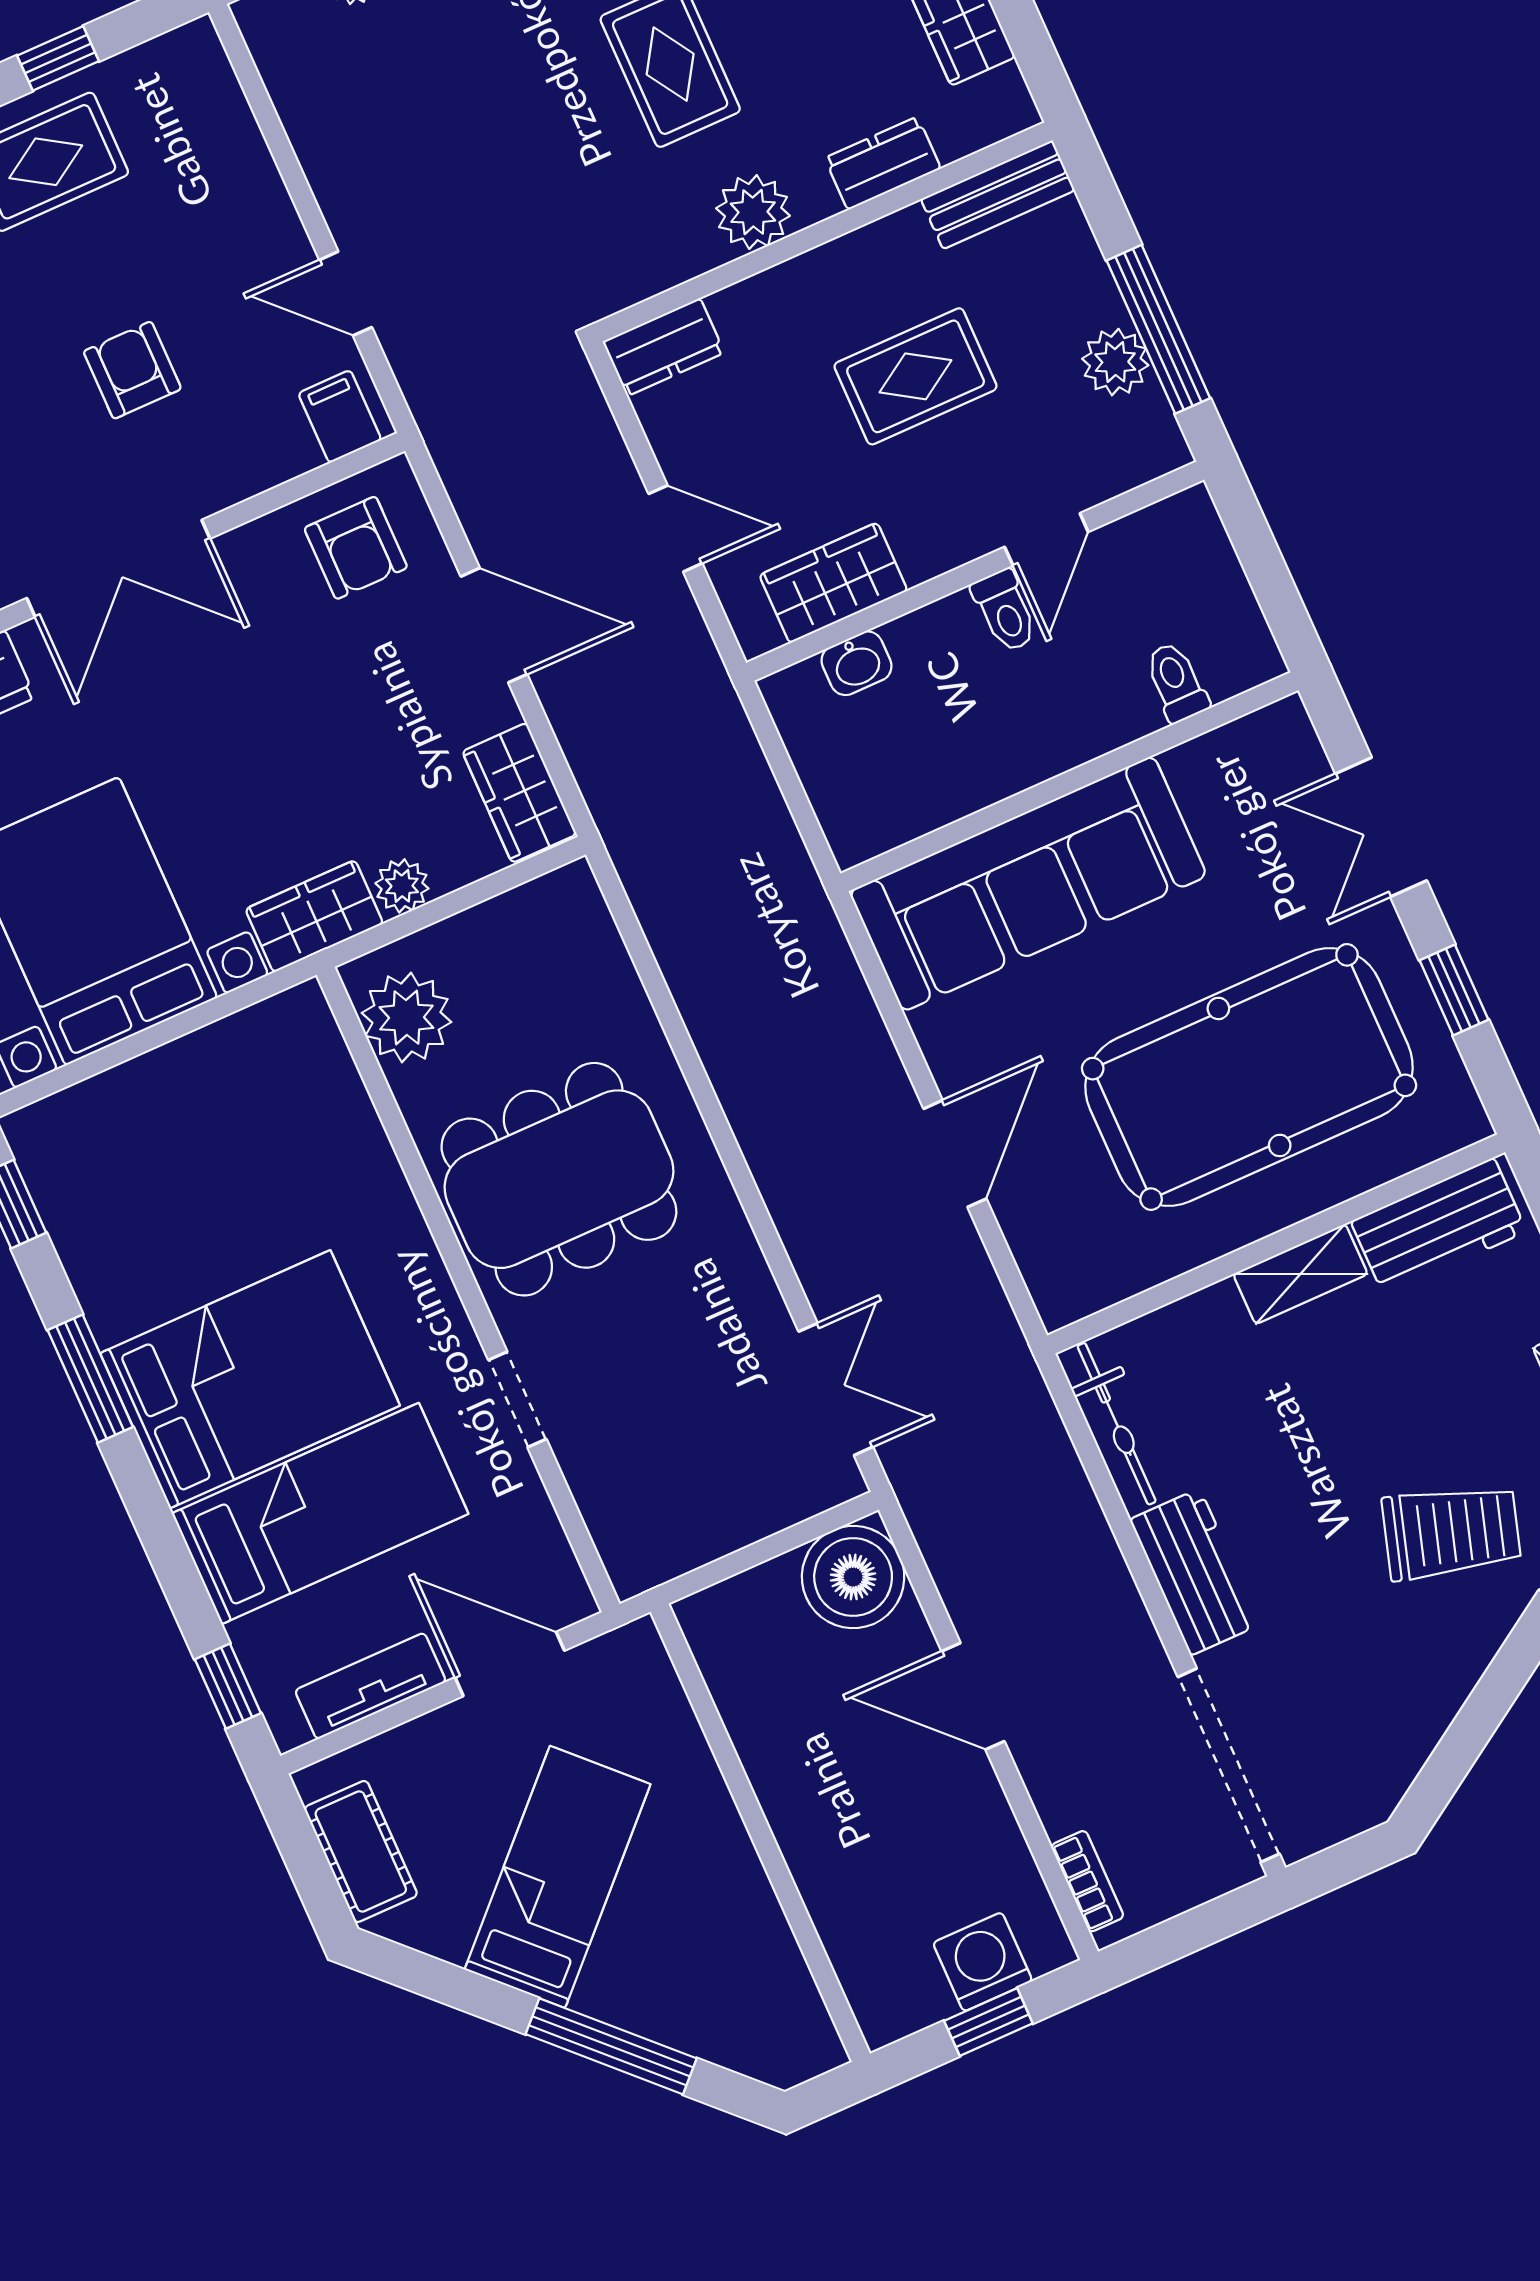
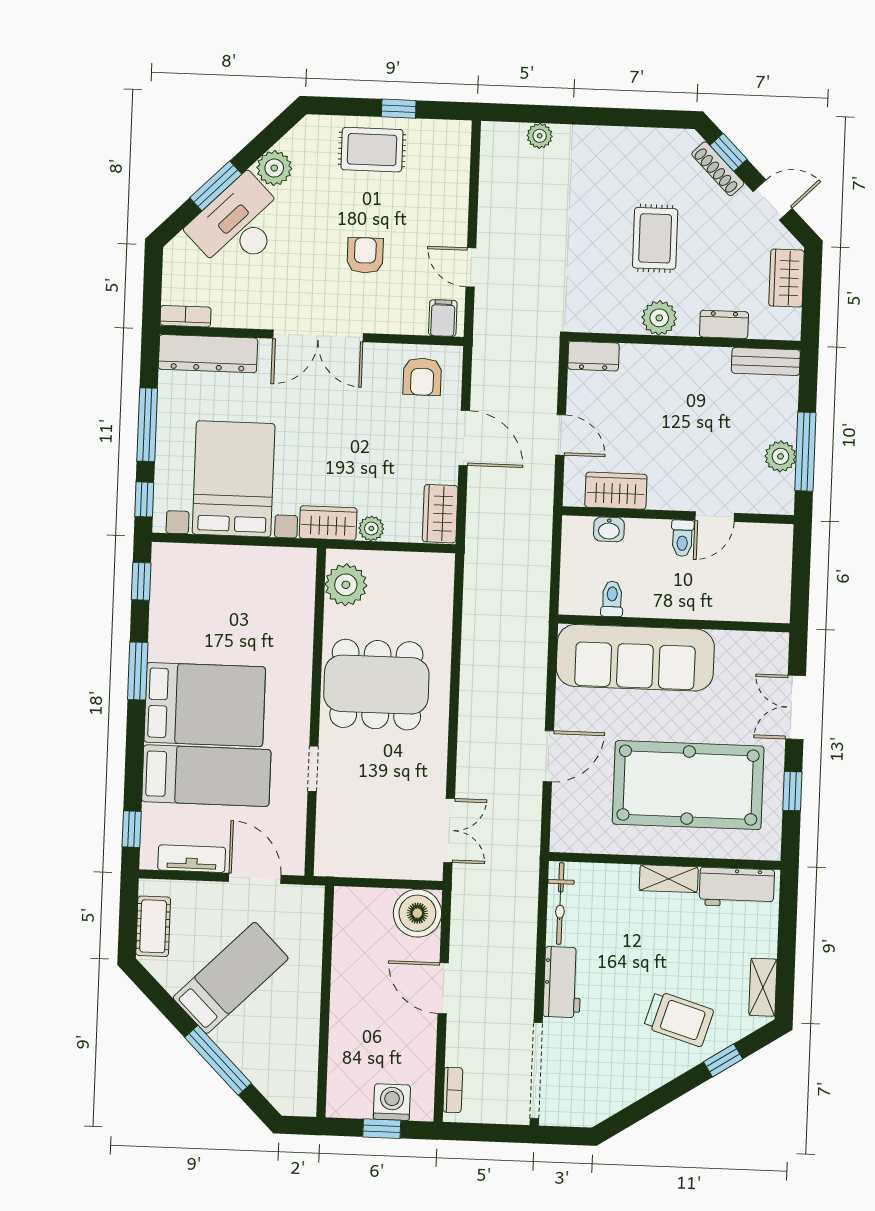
rug: (916, 376) -> (693, 421), removed
toilet: (1176, 682) -> (612, 599), moved

